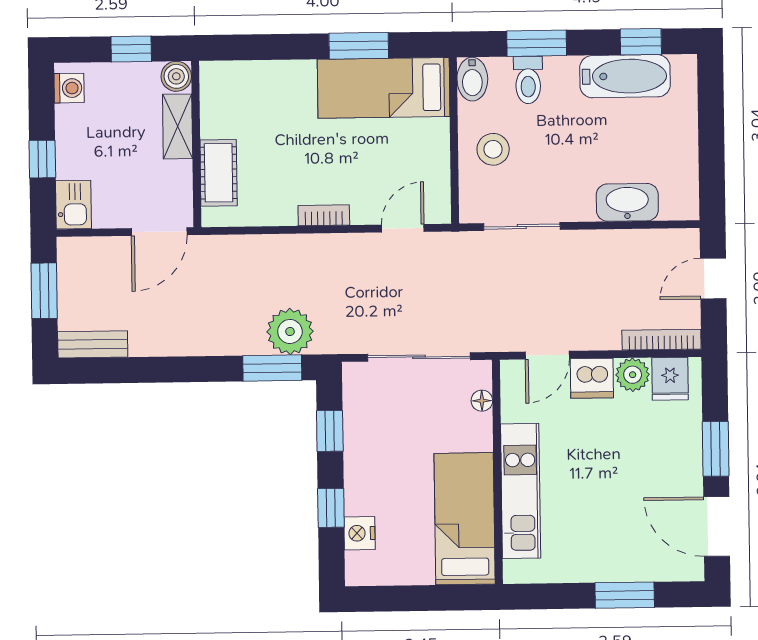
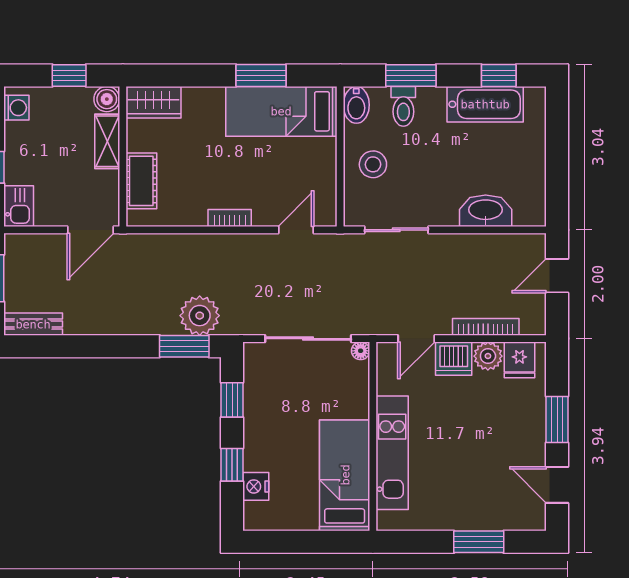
wardrobe: (232, 79) -> (153, 102), added
bookcase: (661, 340) -> (486, 327), moved
floor lamp: (482, 401) -> (361, 351), moved
door: (717, 526) -> (557, 485), width x0.73

